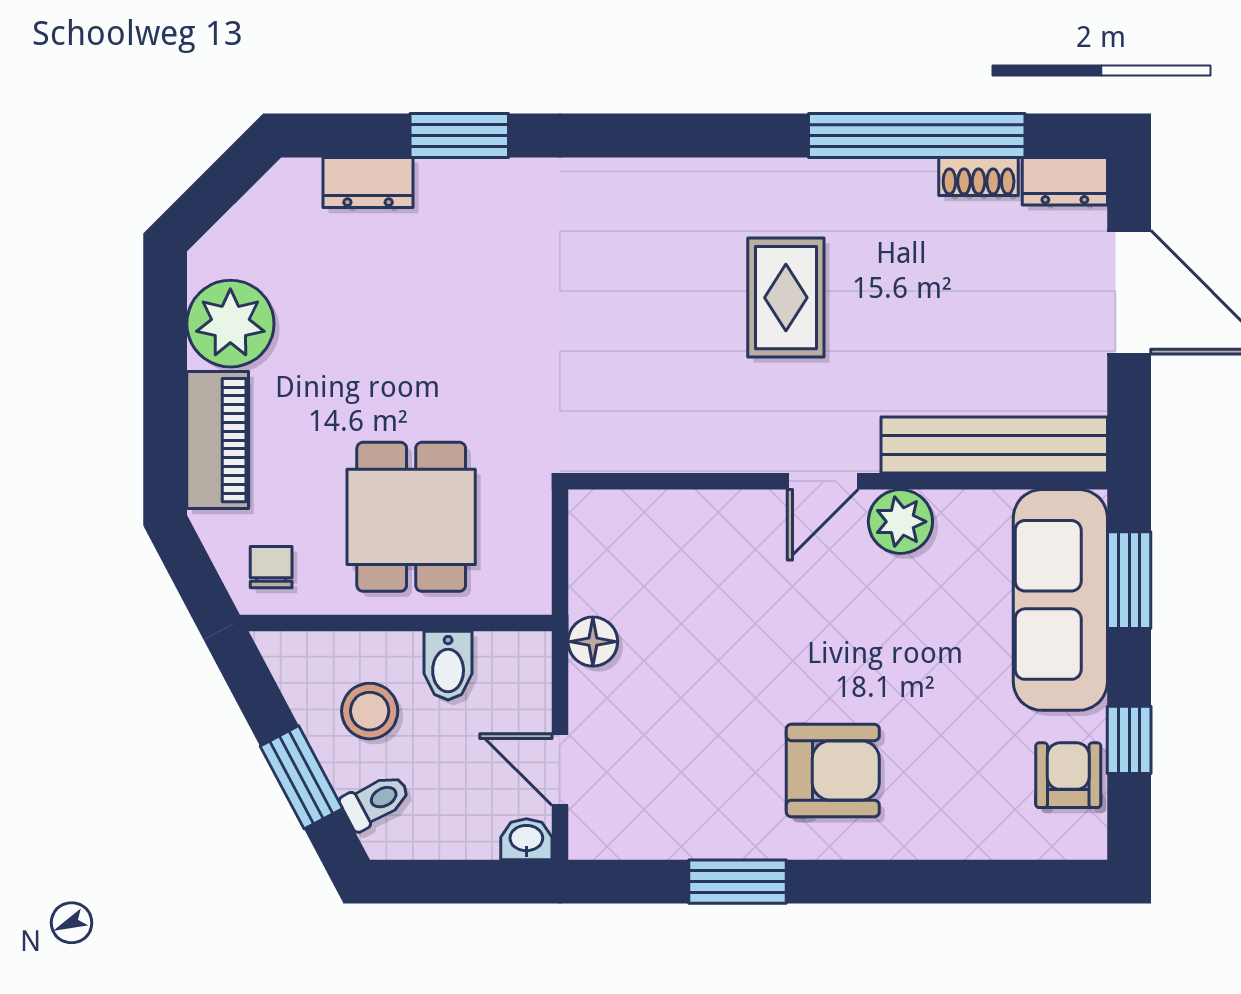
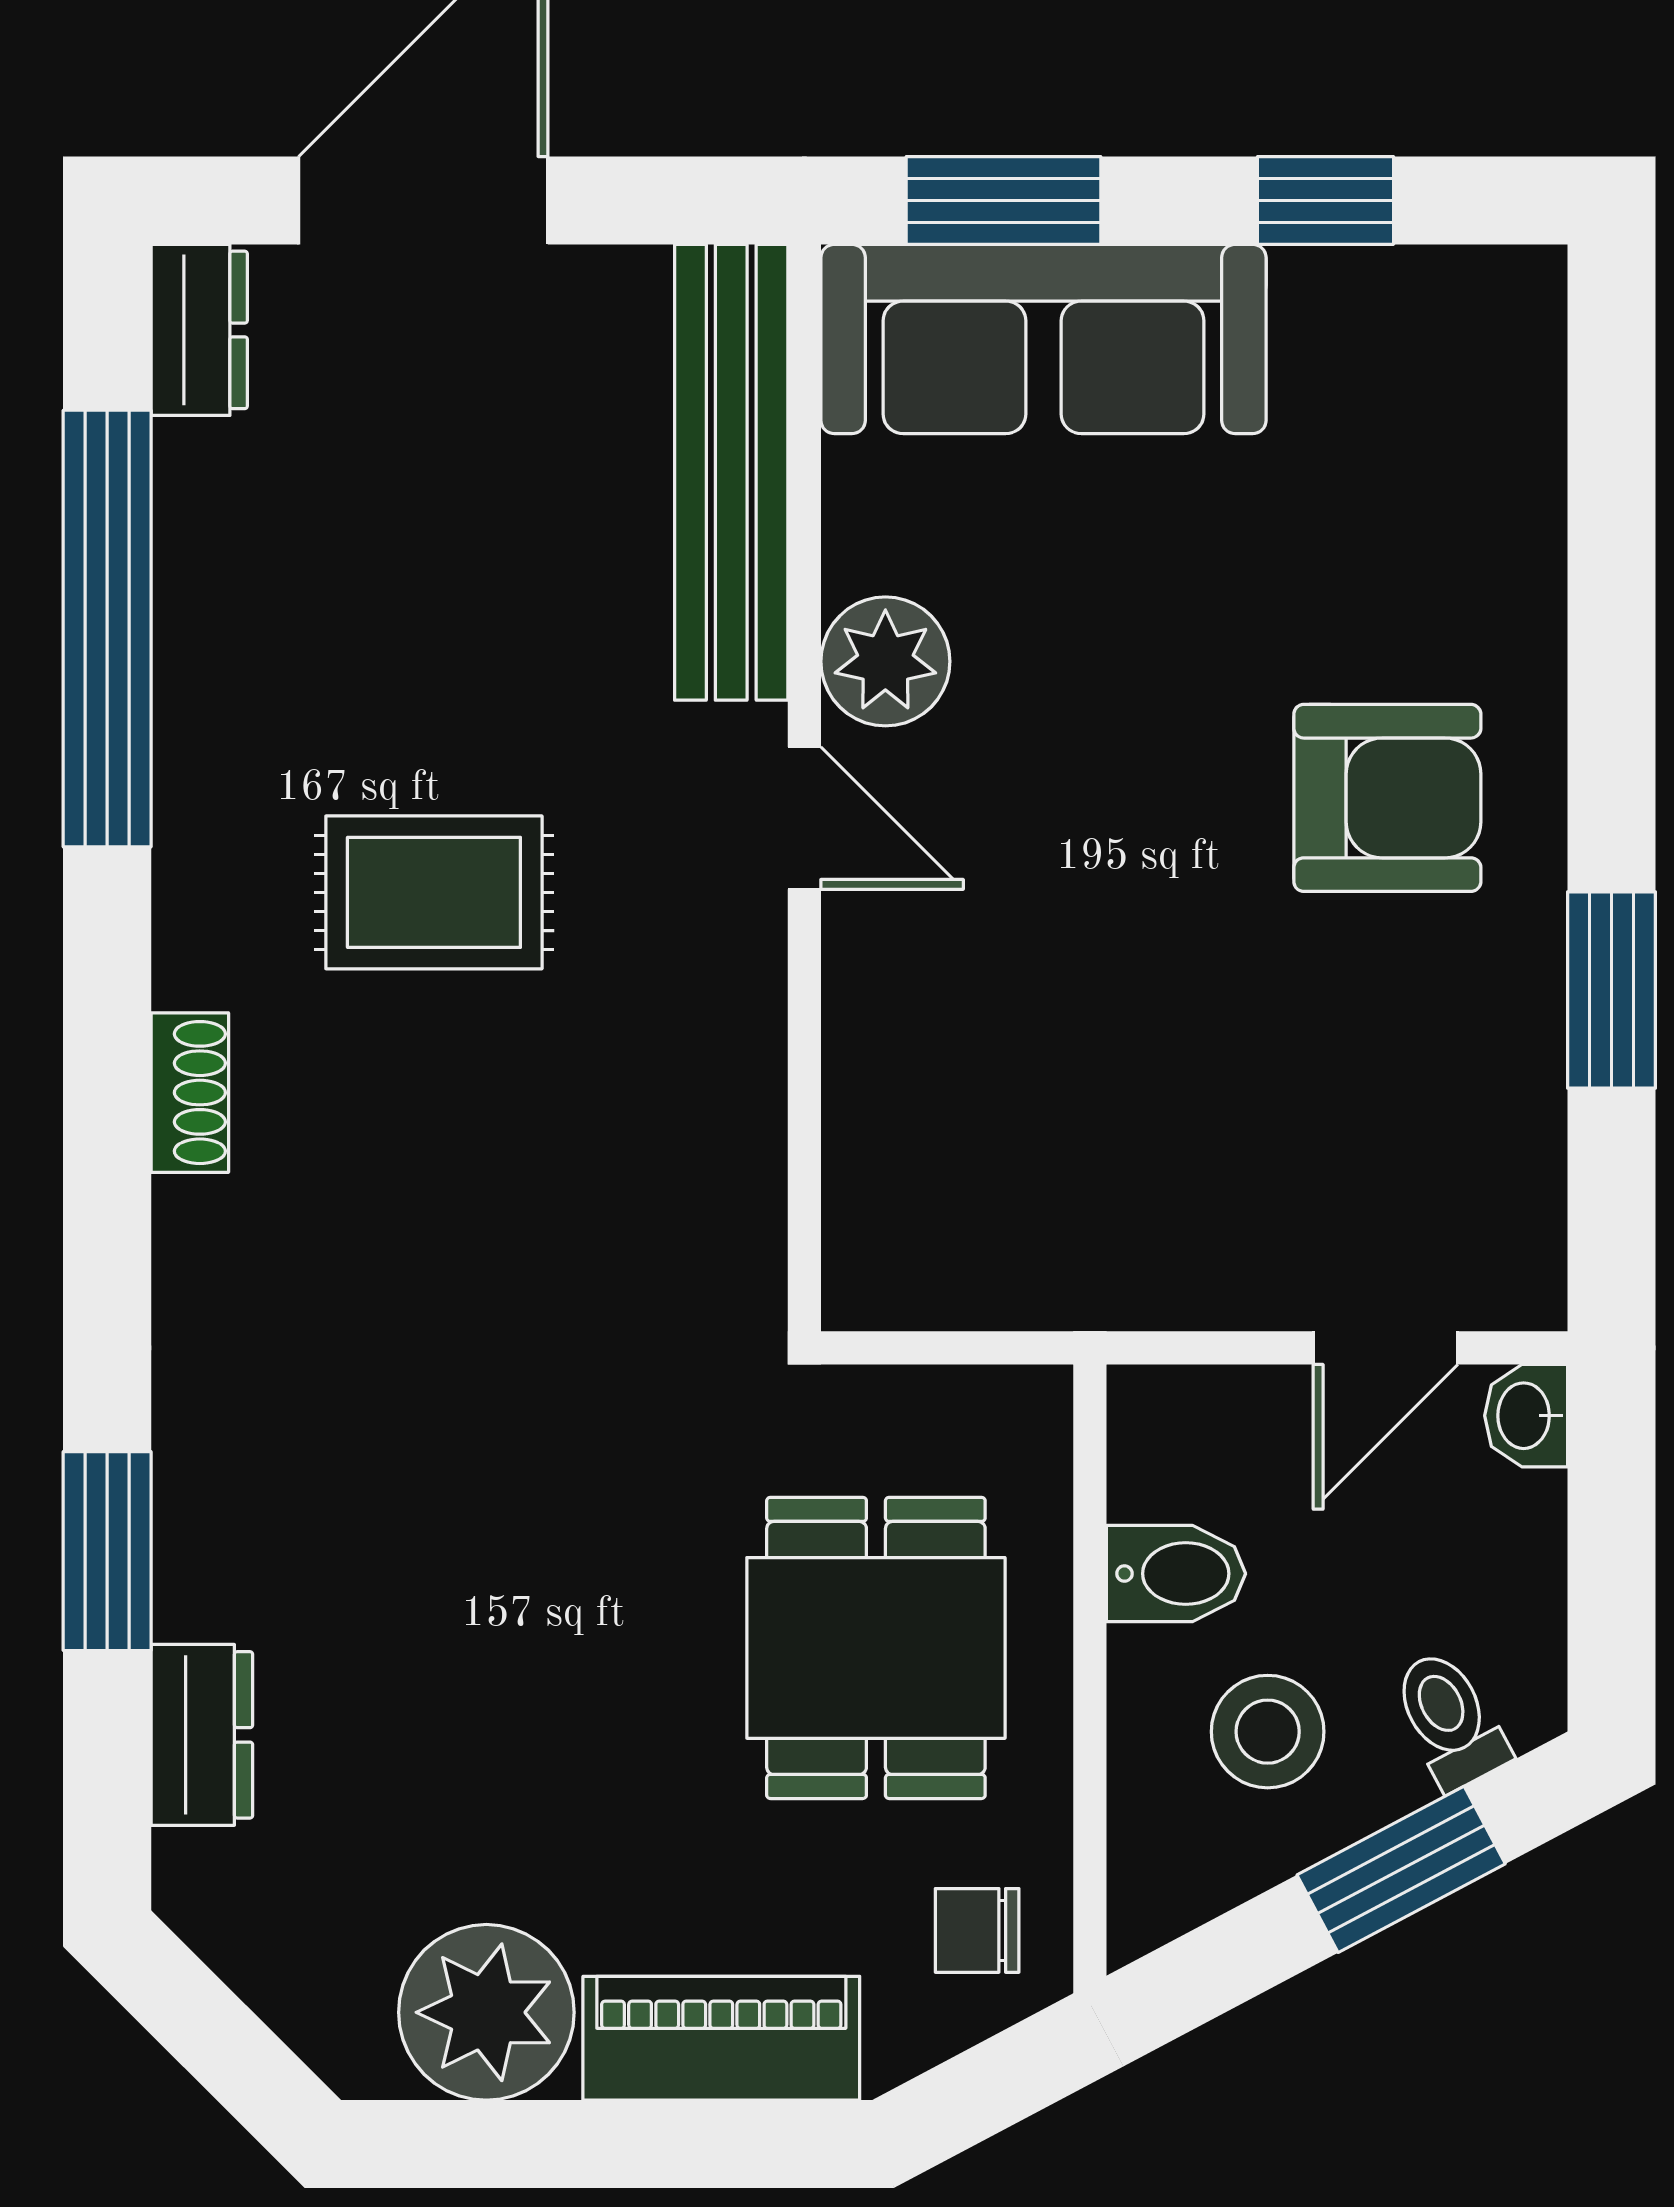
shoe rack: (979, 176) -> (190, 1093), moved
dining table: (411, 517) -> (876, 1648), turned 90
floor lamp: (593, 642) -> (1127, 1282), removed
armchair: (833, 770) -> (1387, 798), turned 90
armchair: (1068, 775) -> (1397, 323), removed

